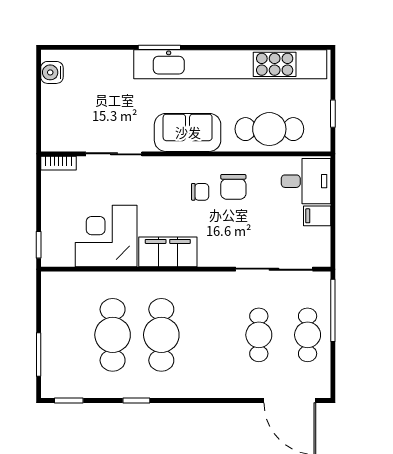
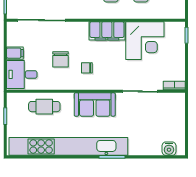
water cooler: (52, 72) -> (169, 149), moved, turned 90
cafe table: (269, 129) -> (44, 107), width x0.73, depth x0.74
chair: (233, 187) -> (61, 59), moved, turned 180

